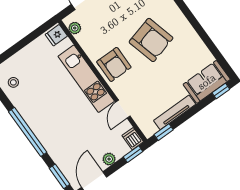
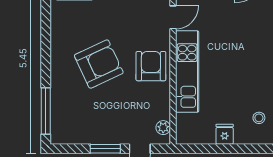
fridge: (56, 35) -> (225, 134), moved, turned -90
armchair: (151, 40) -> (99, 64), turned 80

